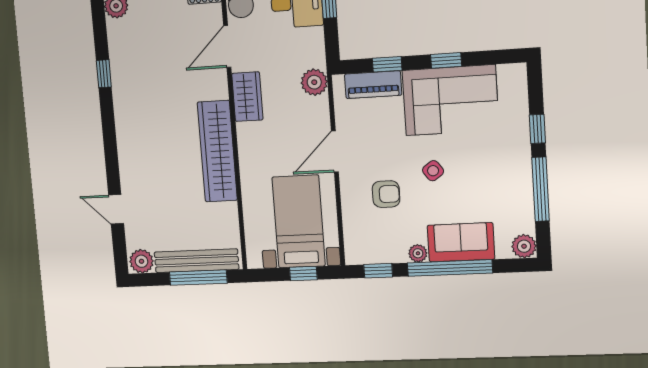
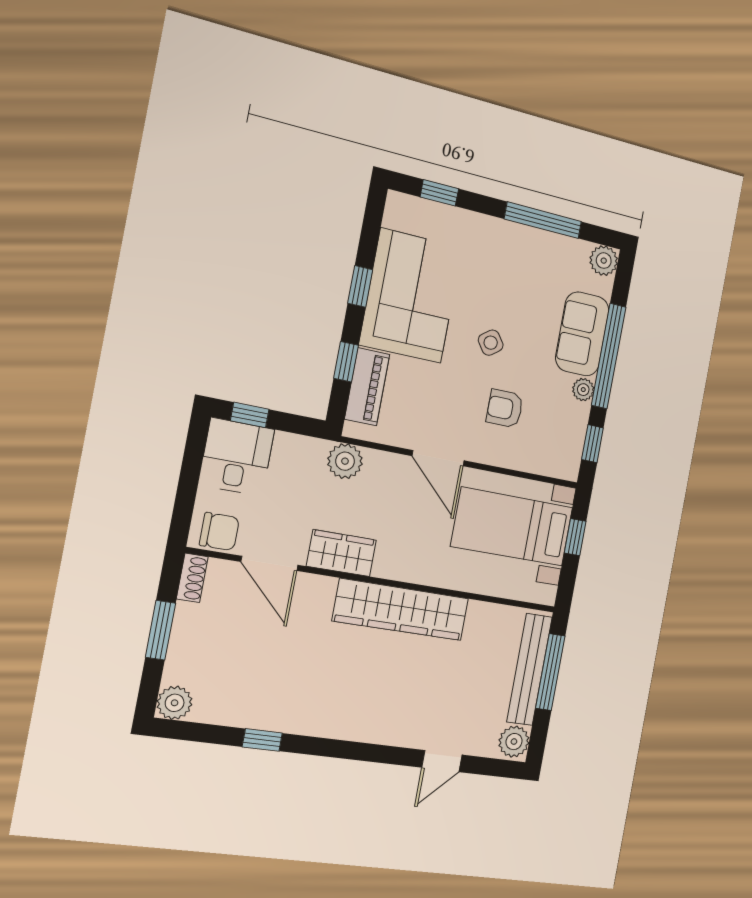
window: (537, 129) -> (439, 193), moved
armchair: (386, 194) -> (505, 409), turned -90

